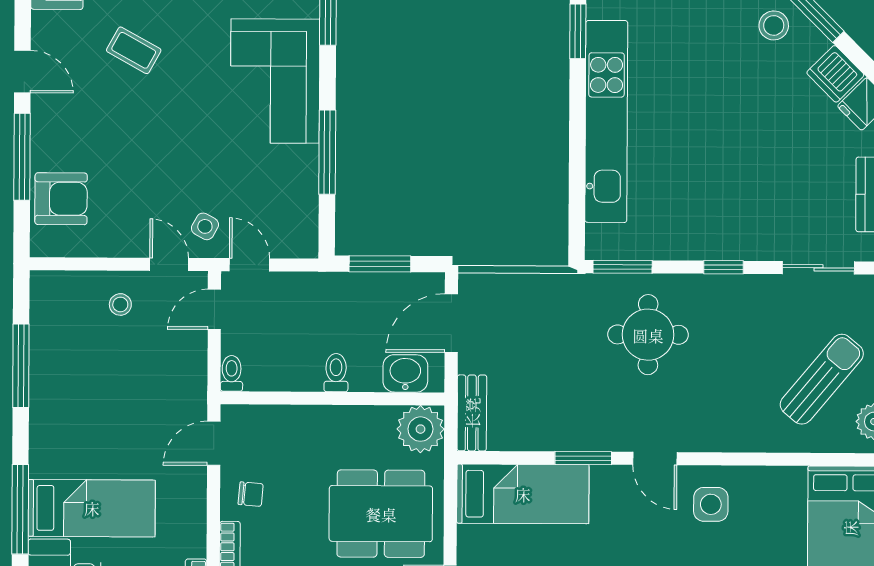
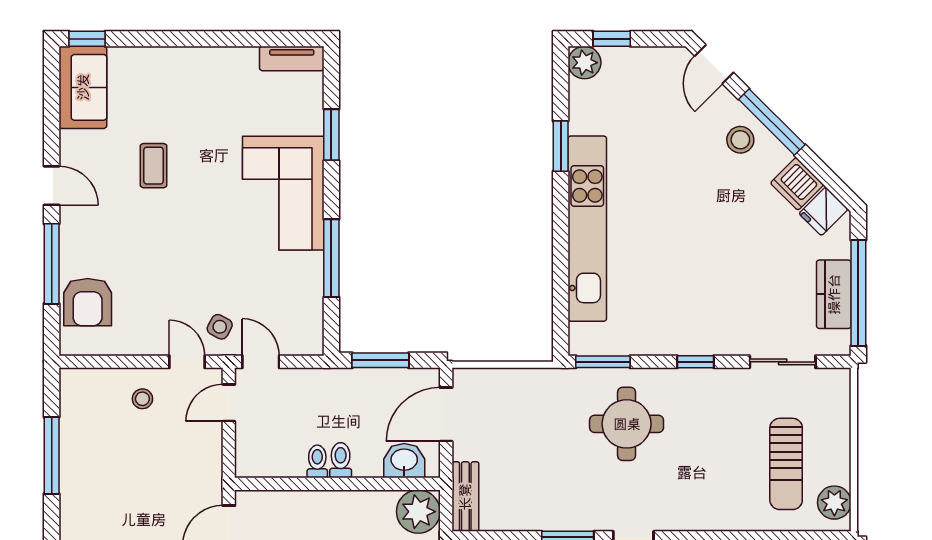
coffee table: (134, 50) -> (154, 166), turned 61
armchair: (61, 199) -> (88, 302), turned 90
toilet: (232, 373) -> (317, 461), moved
sun lounger: (822, 379) -> (786, 464), turned 140

